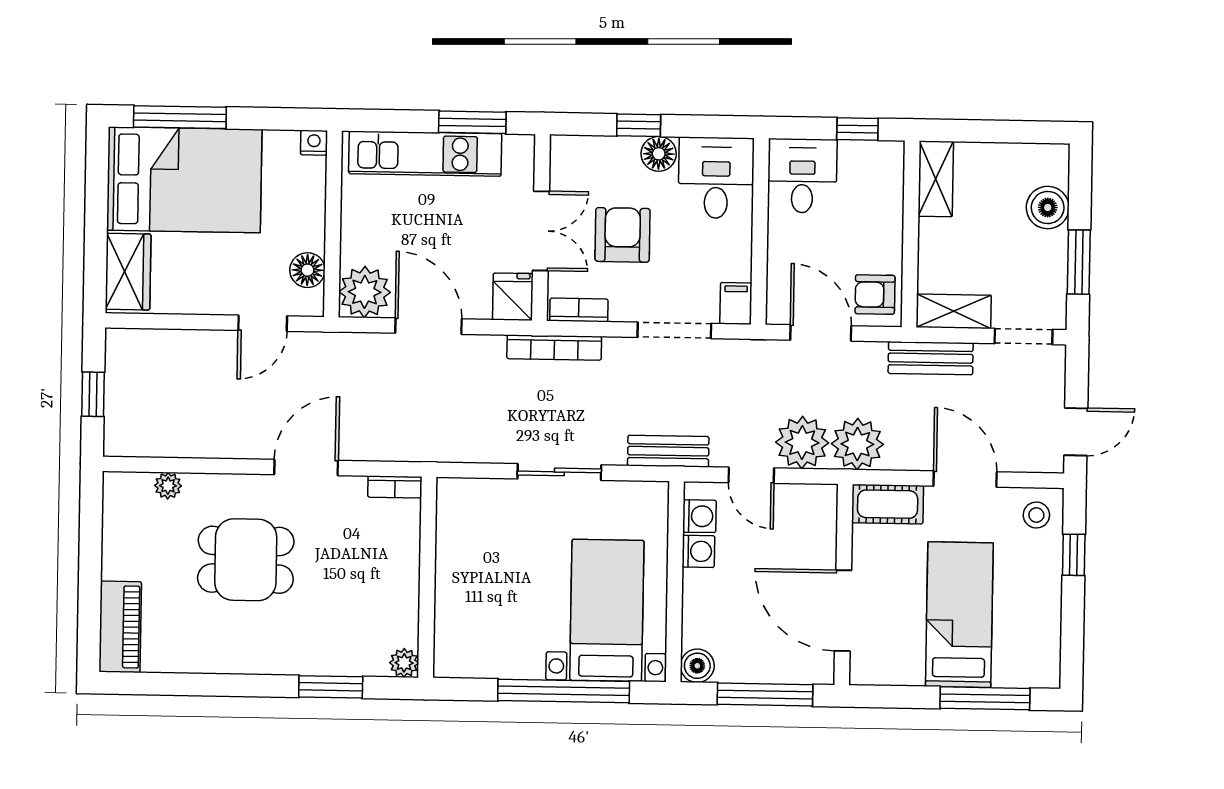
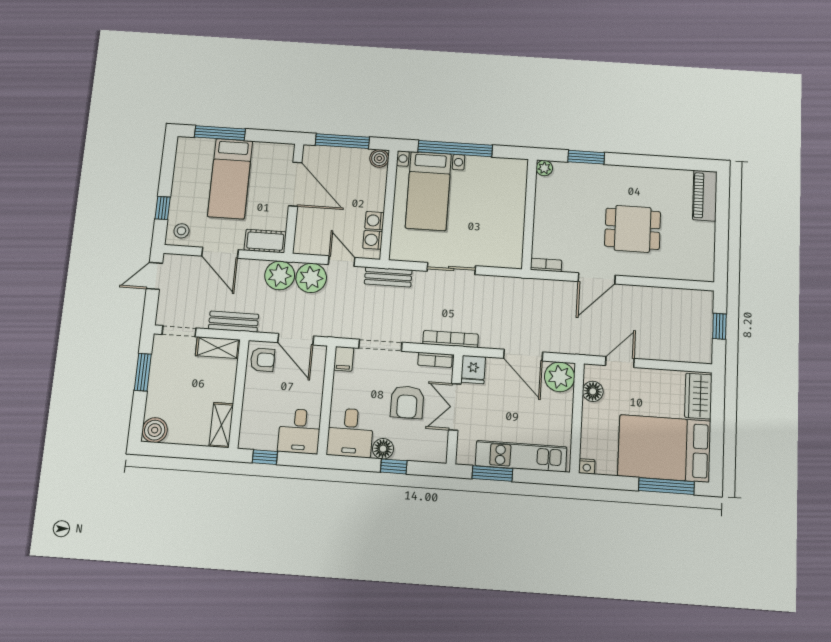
boiler: (1048, 208) -> (155, 430), moved
plant: (168, 486) -> (677, 272), removed

